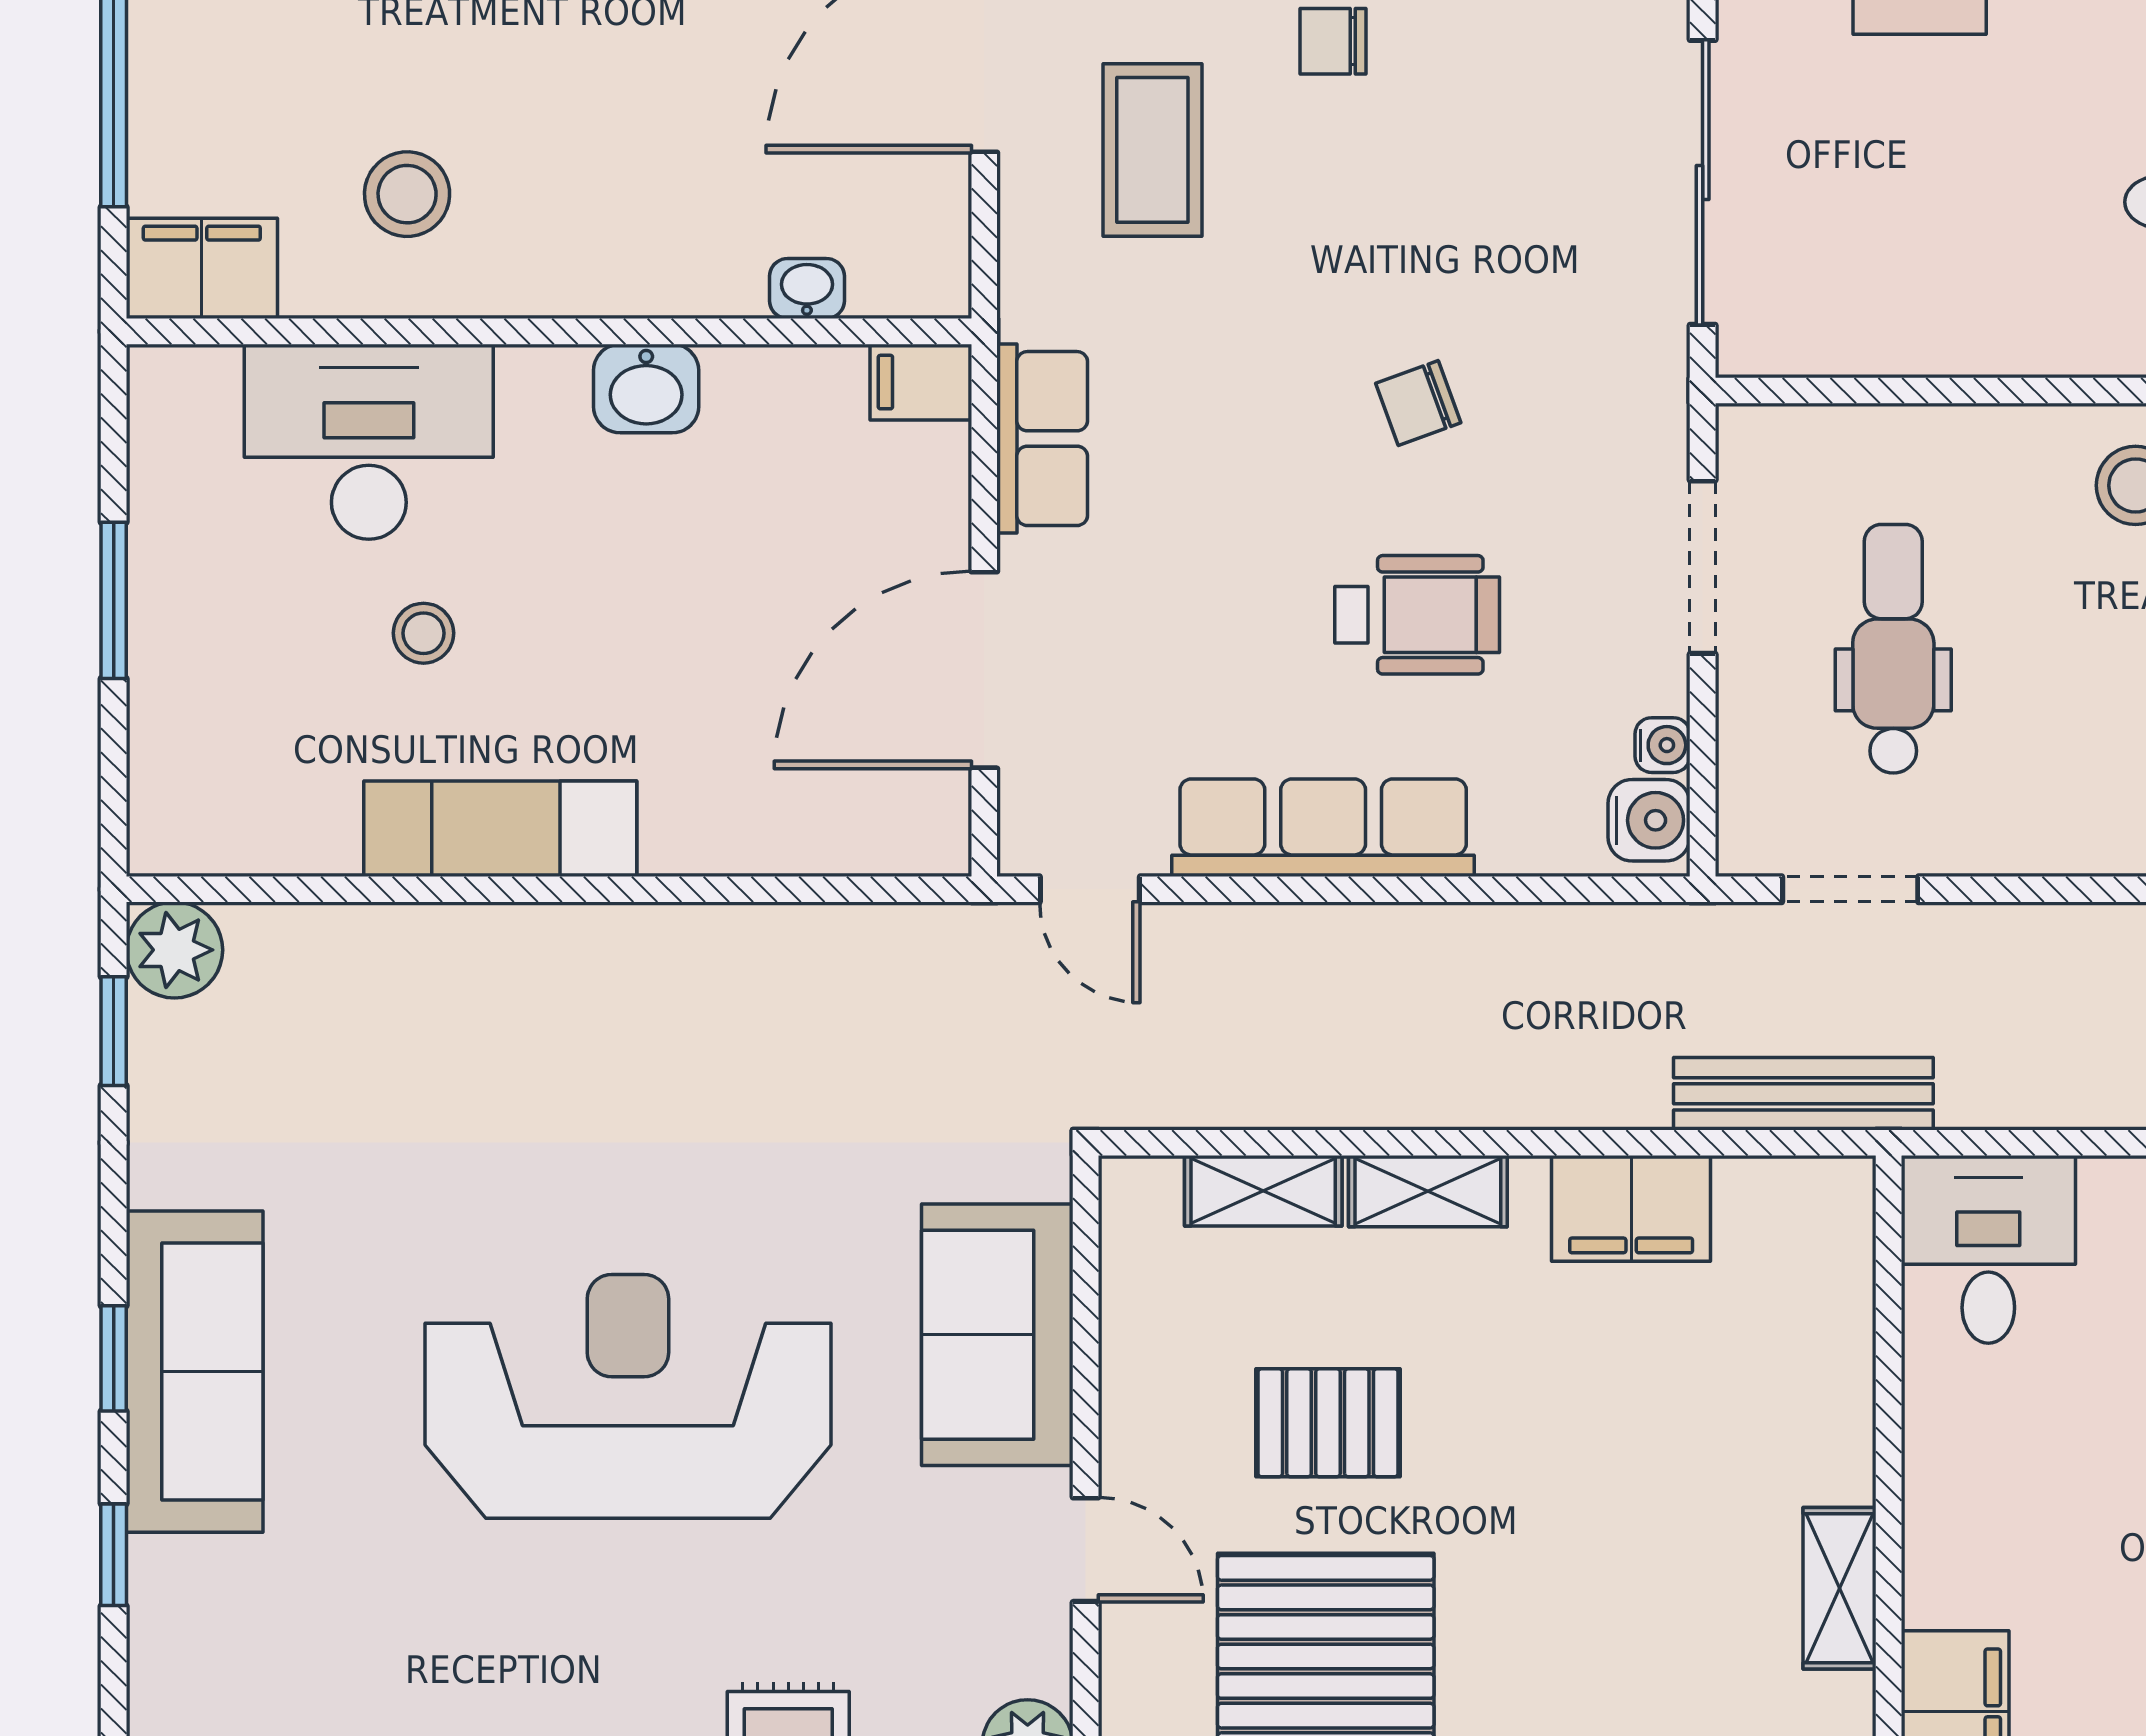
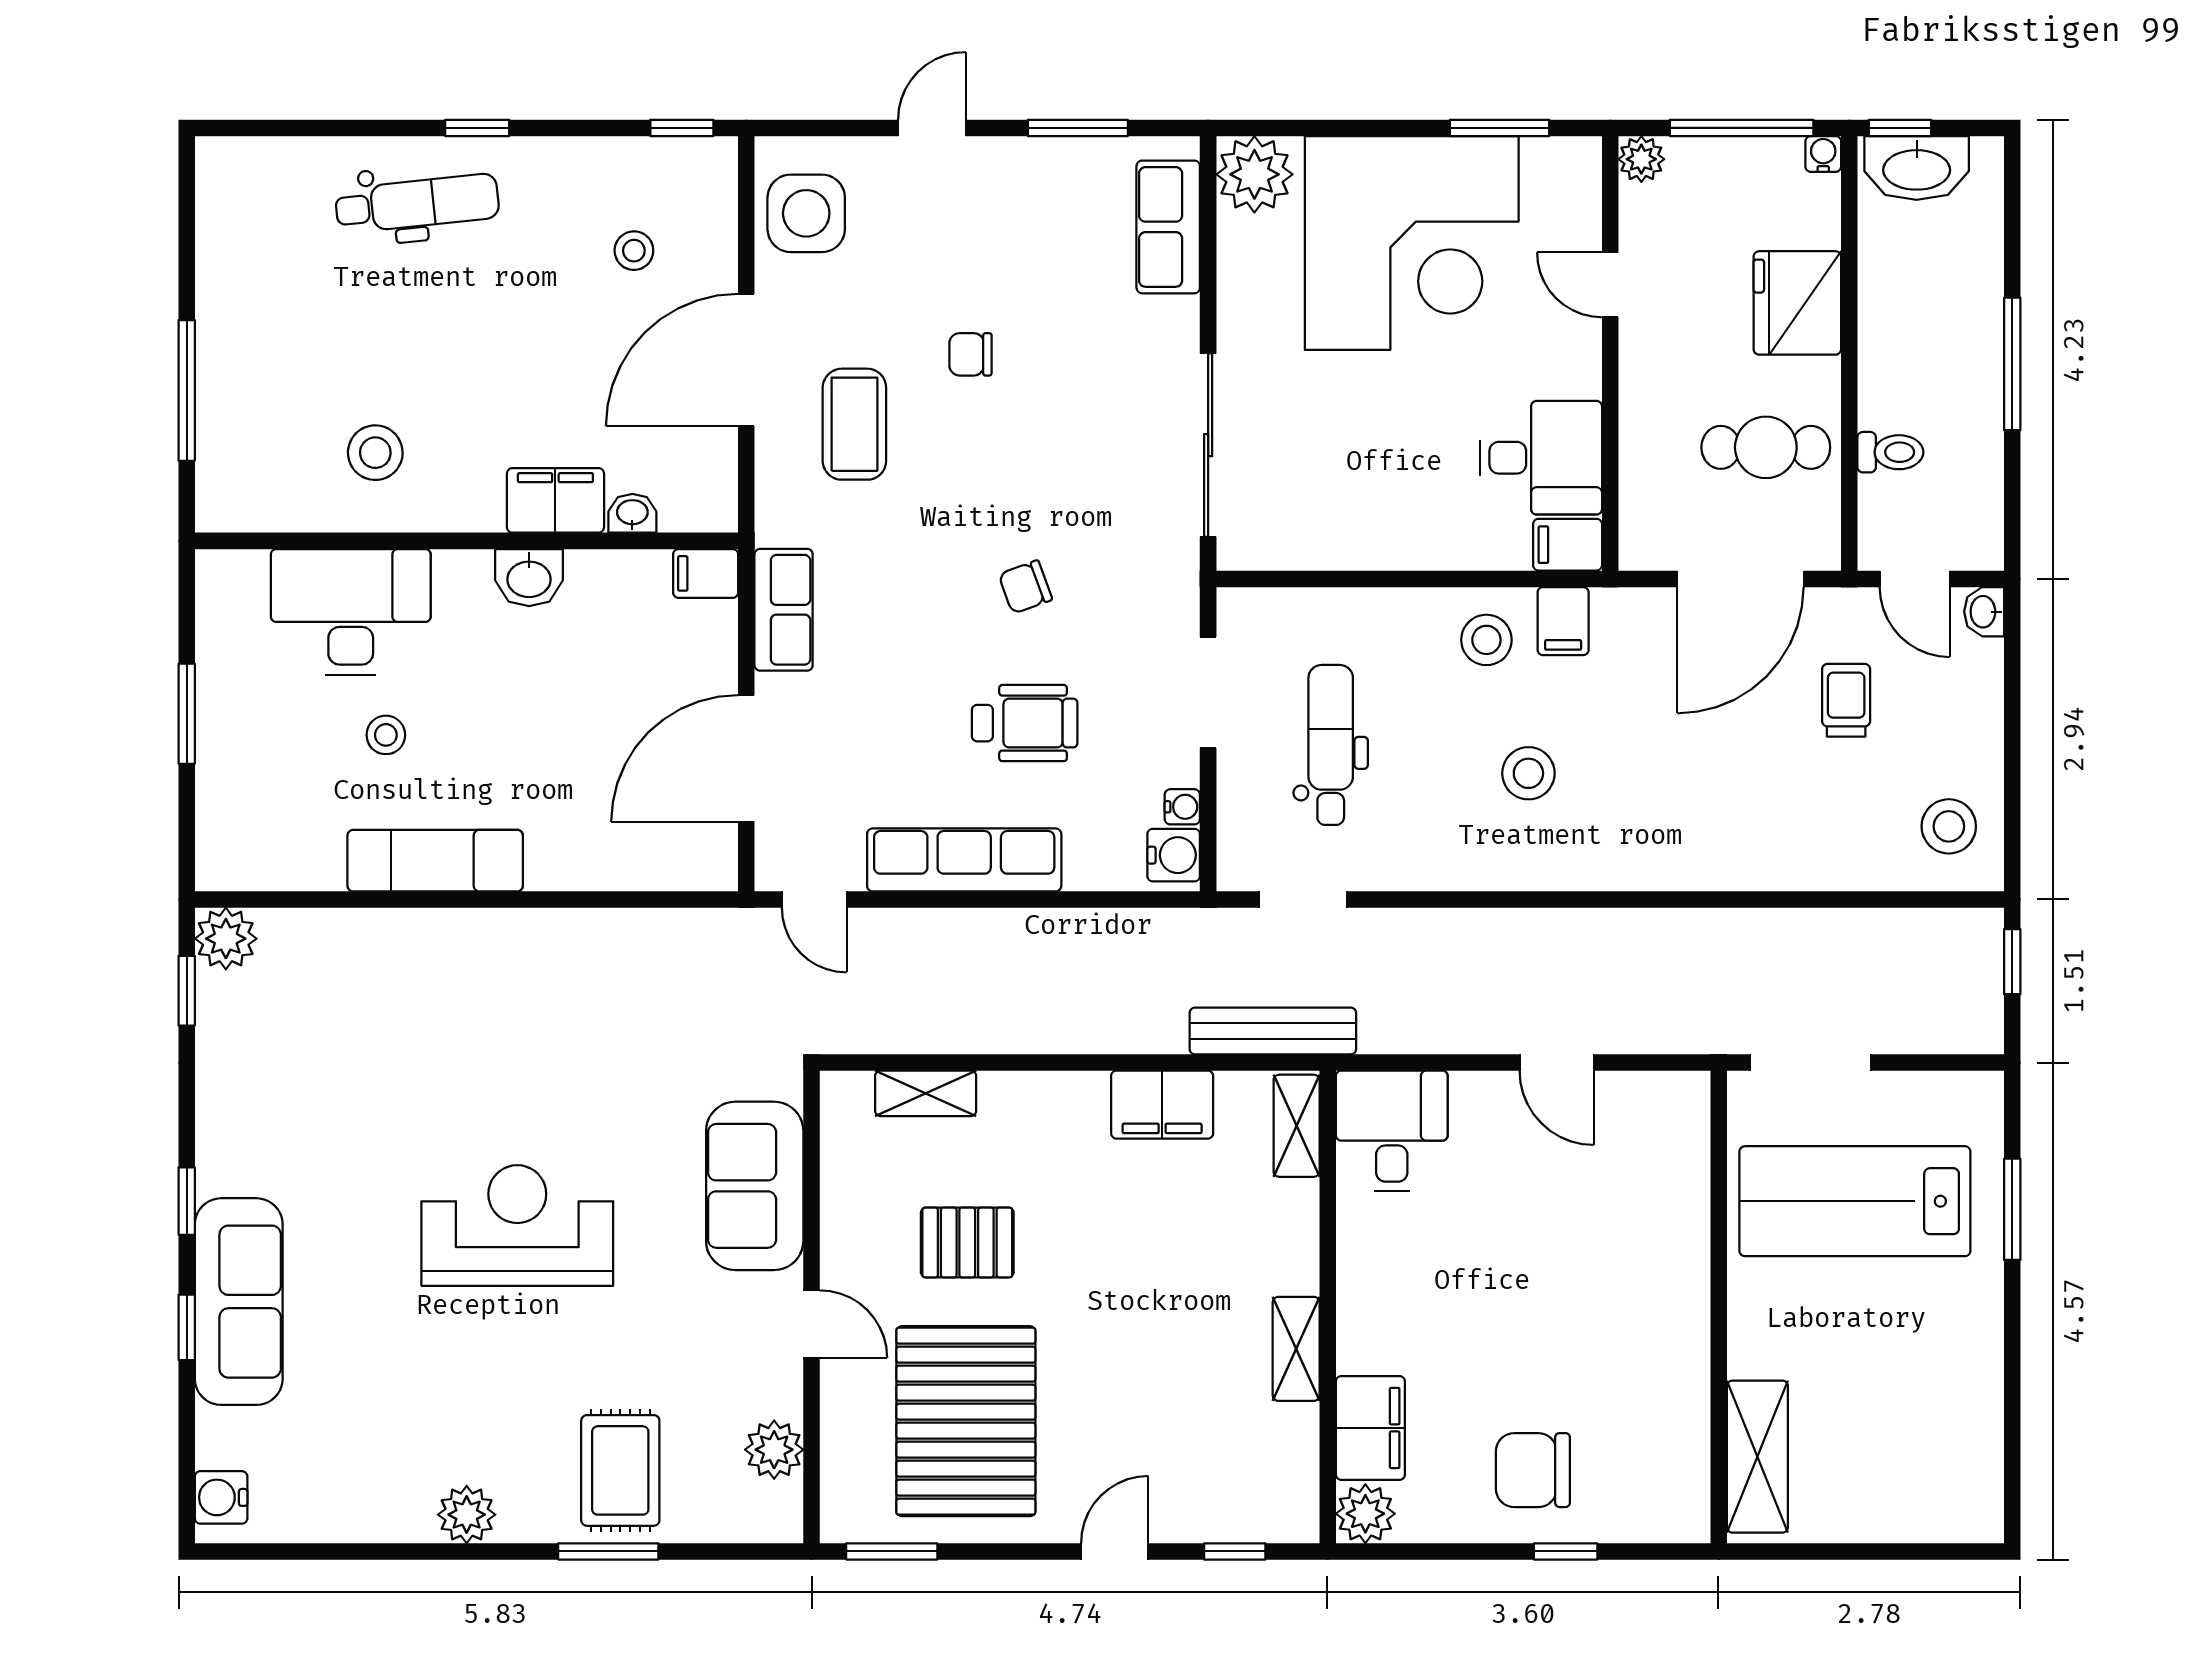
filing cabinet: (202, 268) -> (555, 500), moved
shelving: (1428, 1191) -> (1297, 1126), moved, turned 90
sofa: (195, 1372) -> (239, 1302), moved
reception desk: (628, 1396) -> (517, 1225), width x0.74, depth x0.77

